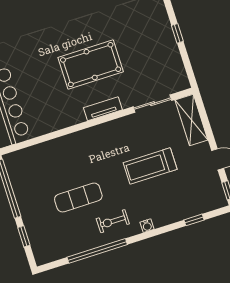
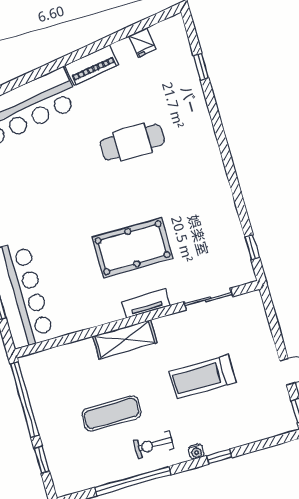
window: (177, 33) -> (252, 247), moved
shelving: (191, 120) -> (125, 339), moved, turned 90
window: (194, 220) -> (219, 457), moved

